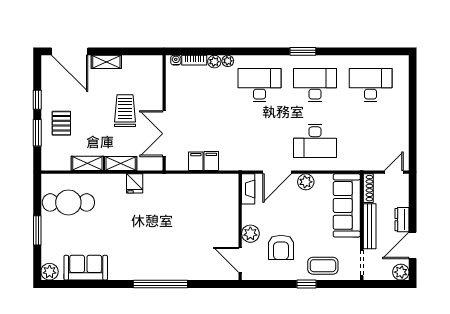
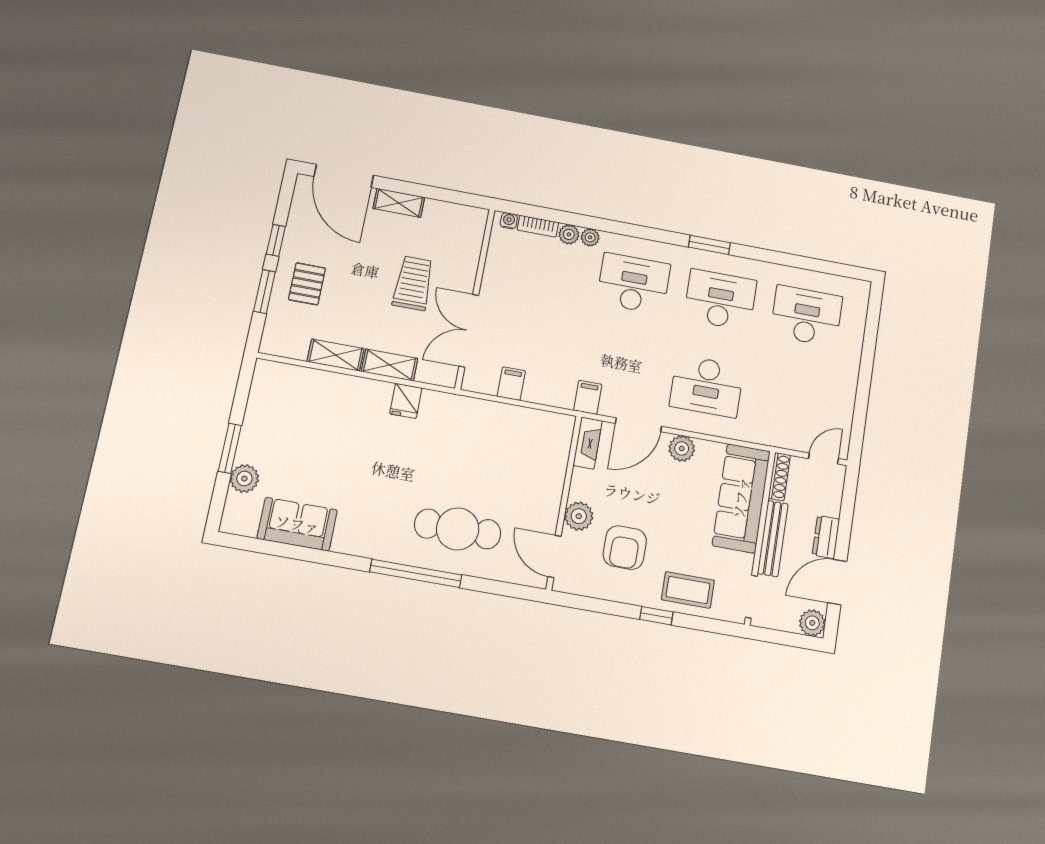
filing cabinet: (211, 161) -> (588, 397), moved
cafe table: (68, 202) -> (458, 529), moved
plant: (50, 272) -> (244, 479), moved

